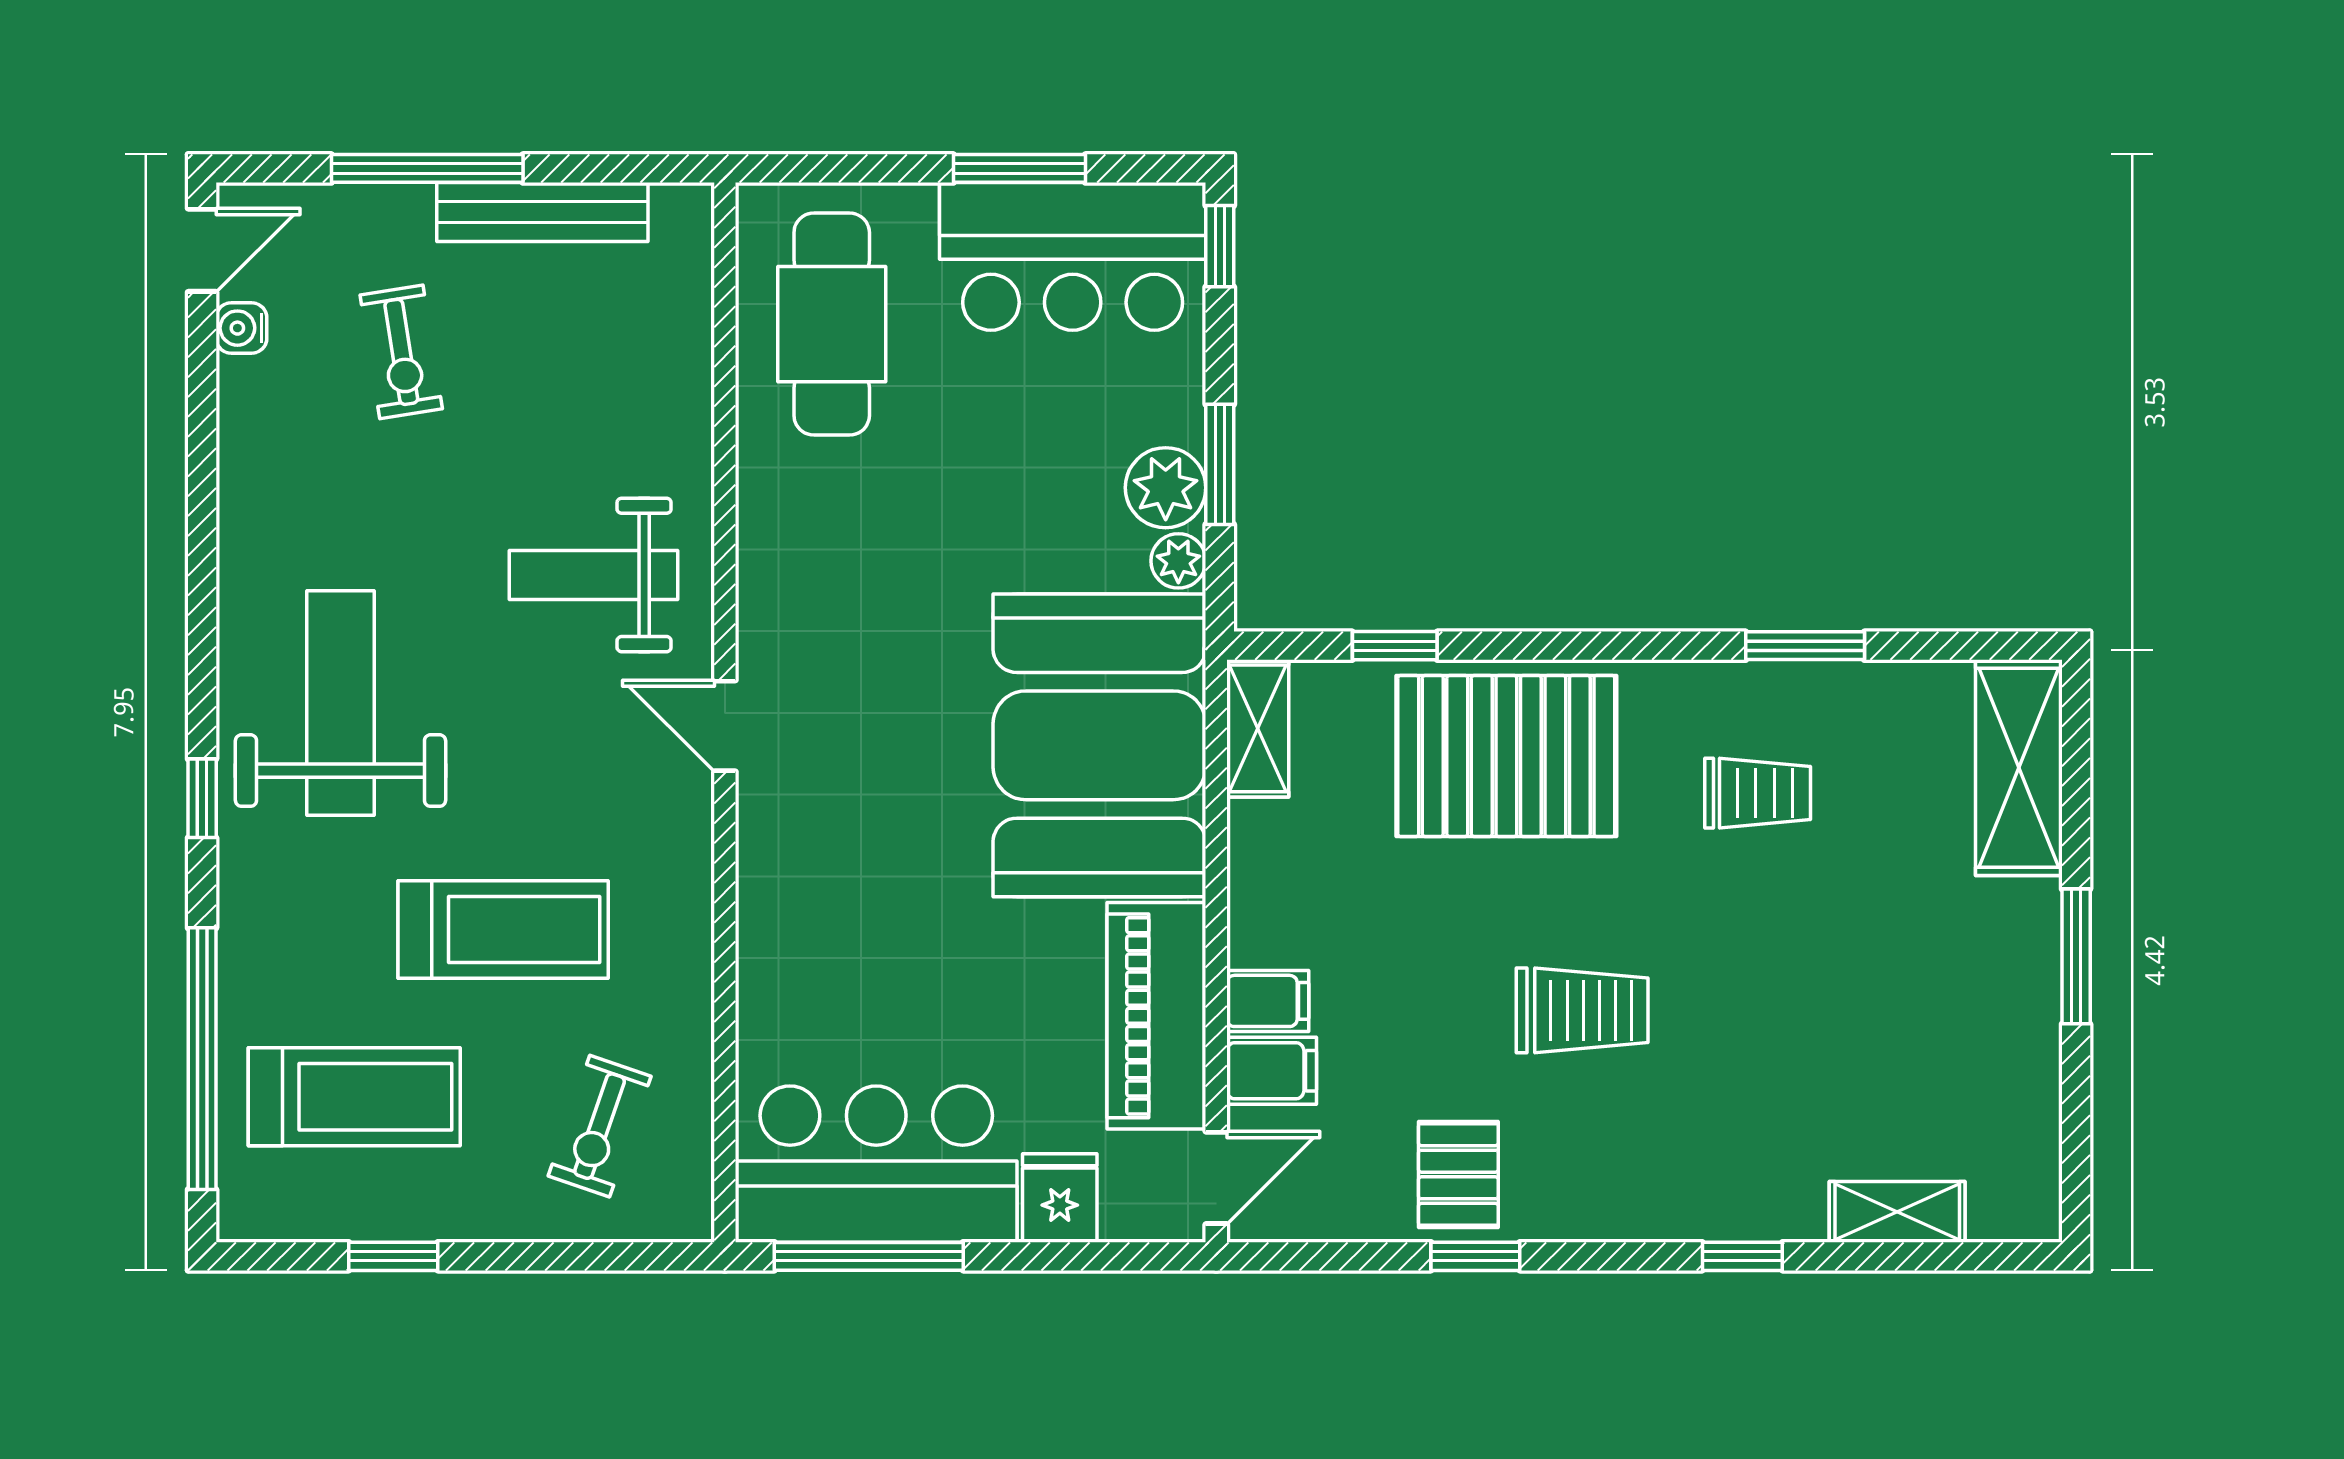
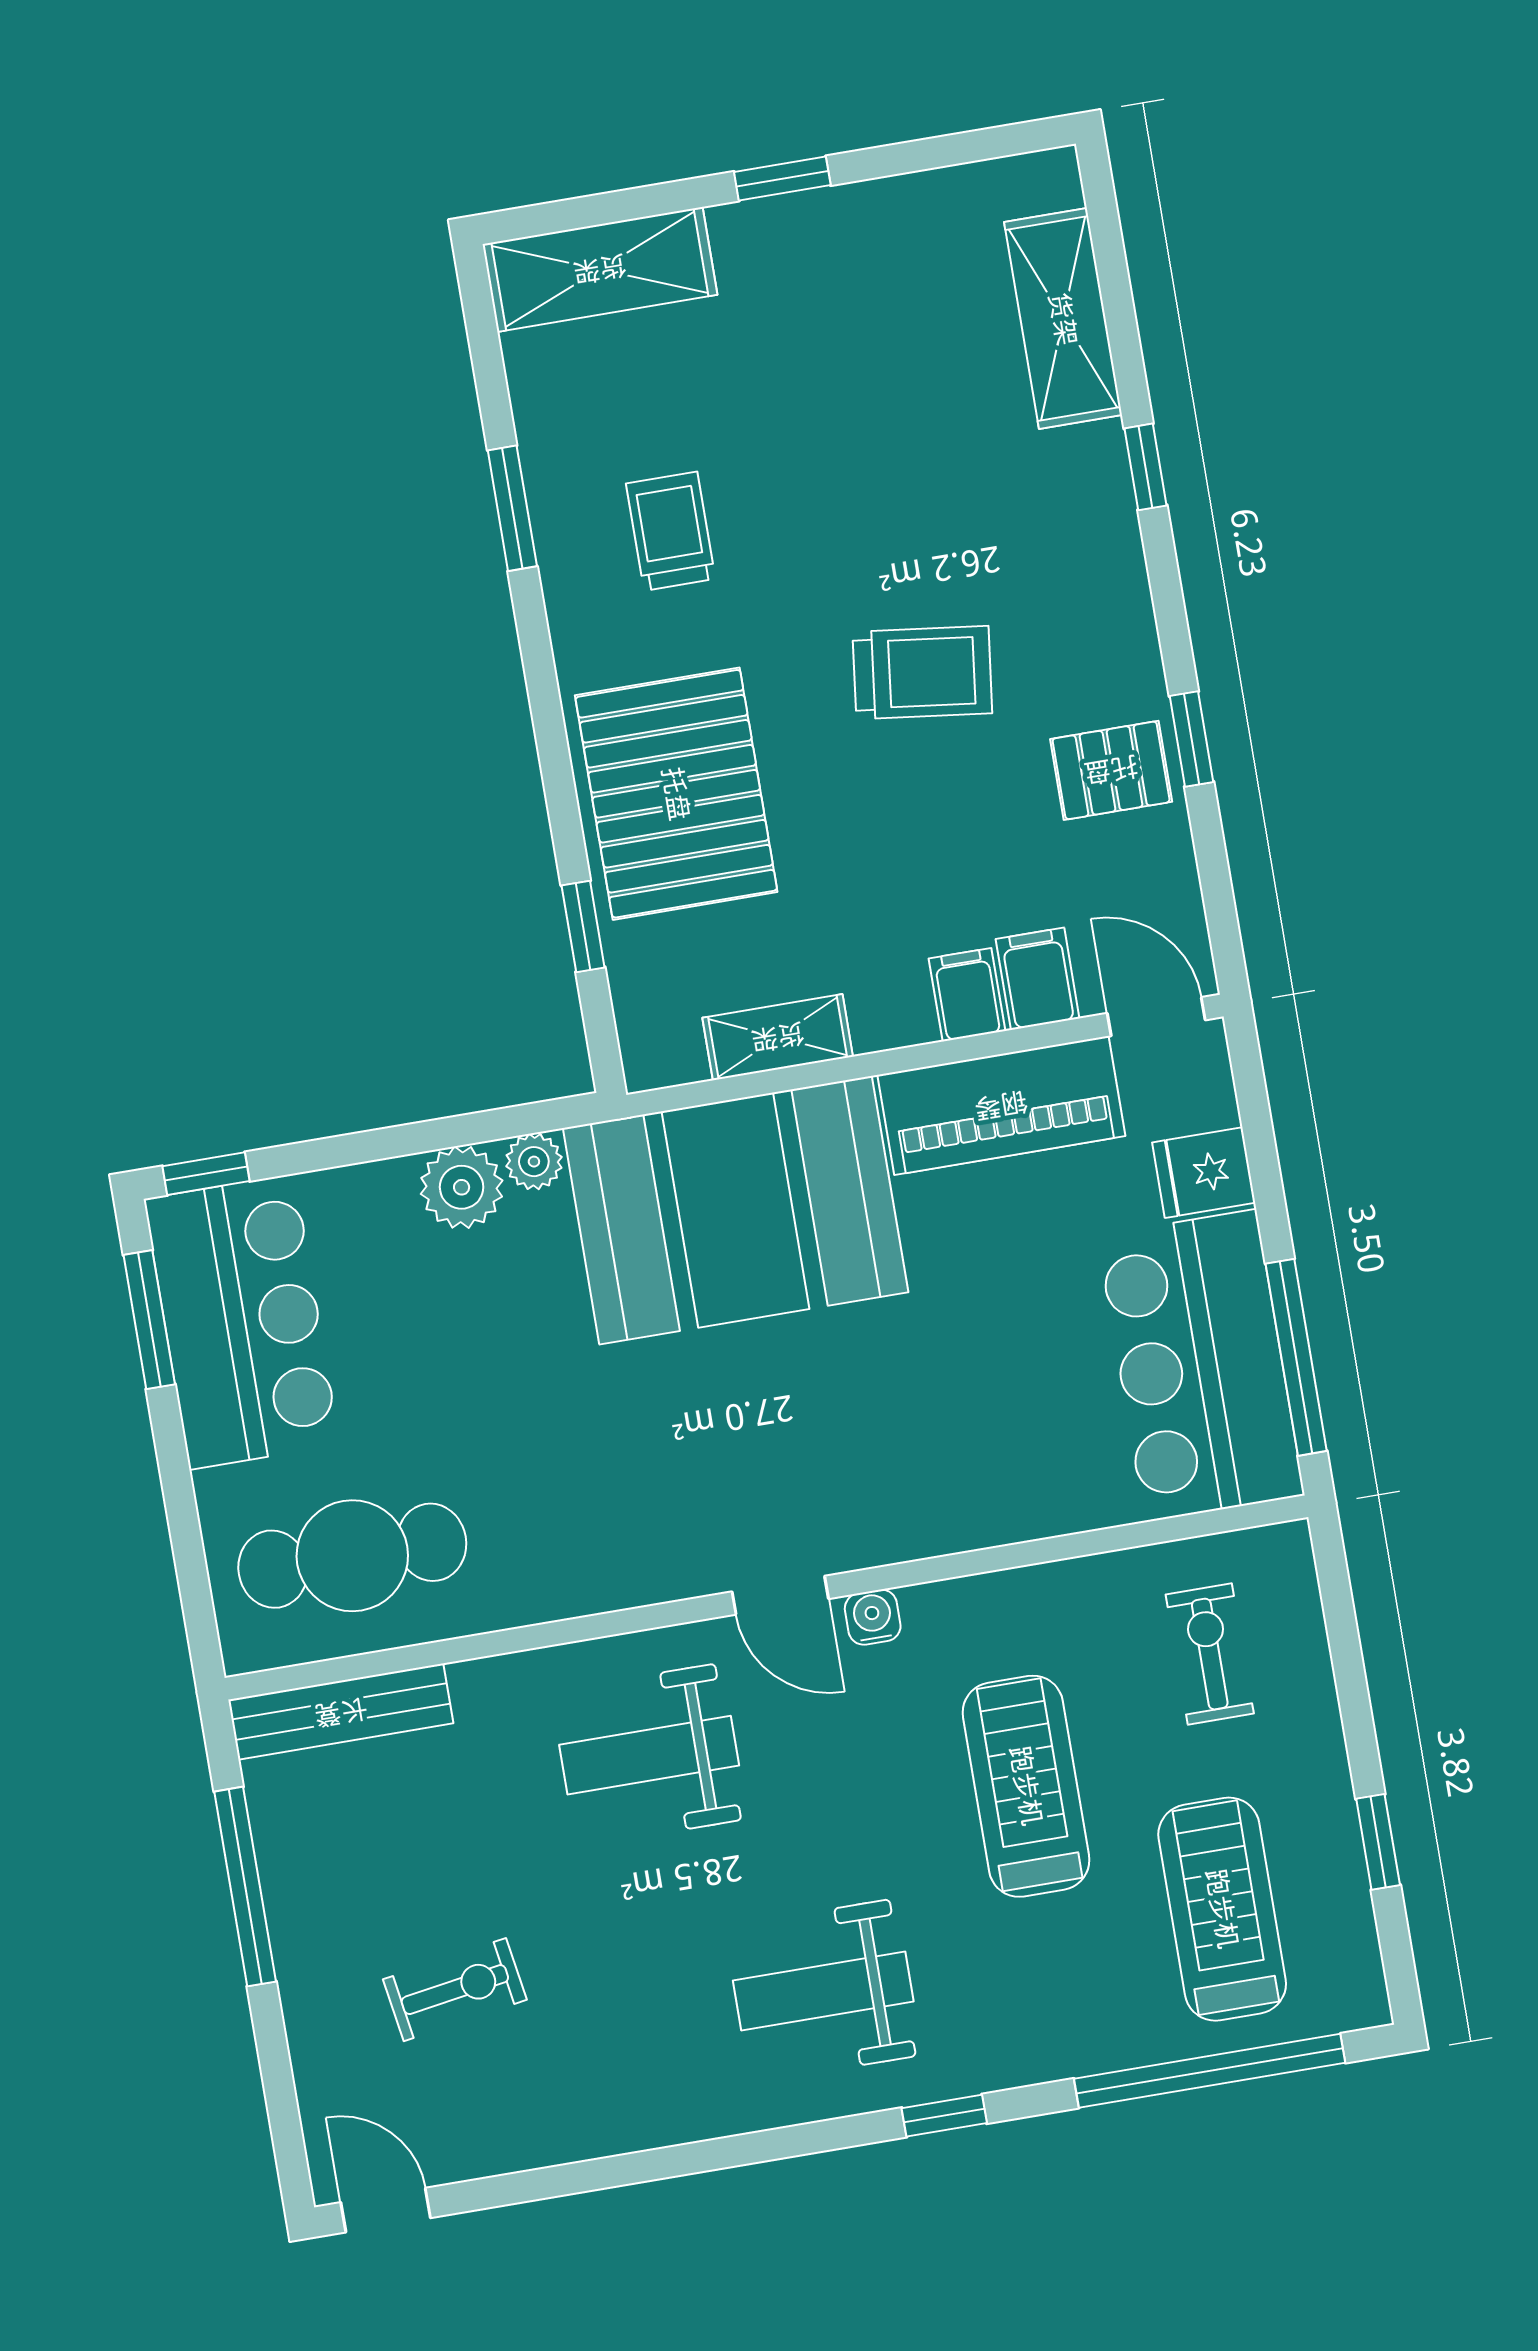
window: (427, 168) -> (245, 1887), moved
window: (1019, 168) -> (149, 1320), moved
bench: (542, 212) -> (341, 1712), moved, turned 90
water cooler: (241, 328) -> (873, 1617), moved, turned 180
window: (1220, 464) -> (428, 1136), removed
weight bench: (594, 575) -> (649, 1755), turned 90
weight bench: (340, 703) -> (823, 1991), width x0.73, depth x0.75
door: (725, 726) -> (780, 1595), hinge flipped
shelving: (1258, 728) -> (778, 1037), moved
window: (2076, 956) -> (782, 179), width x0.67
trolley: (1582, 1010) -> (922, 673), turned 97
exercise bike: (600, 1126) -> (1210, 1654), turned -109
shelving: (1897, 1212) -> (1063, 319), width x1.50, depth x1.33

